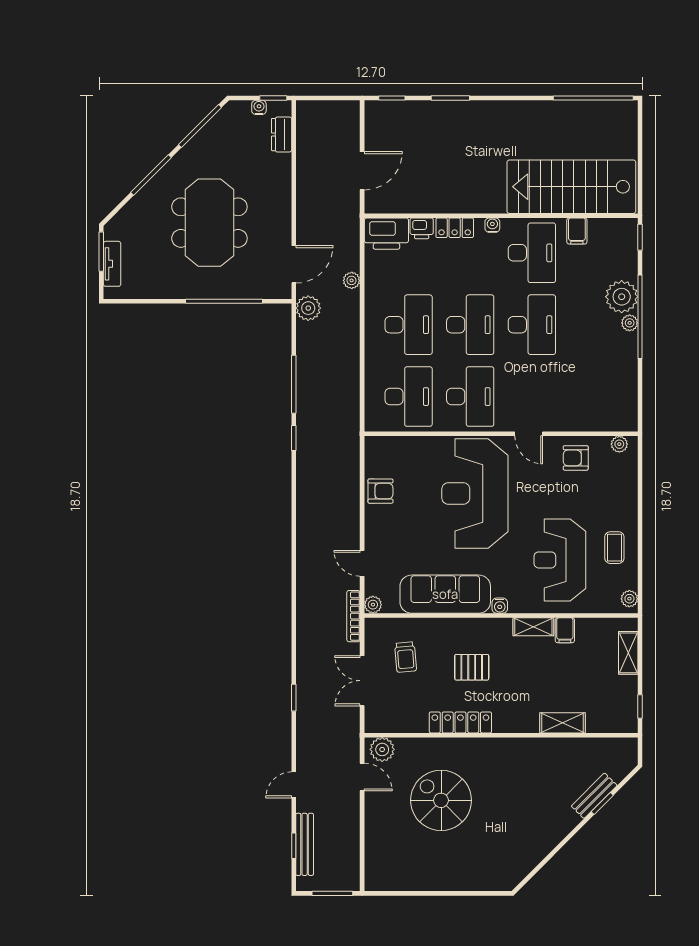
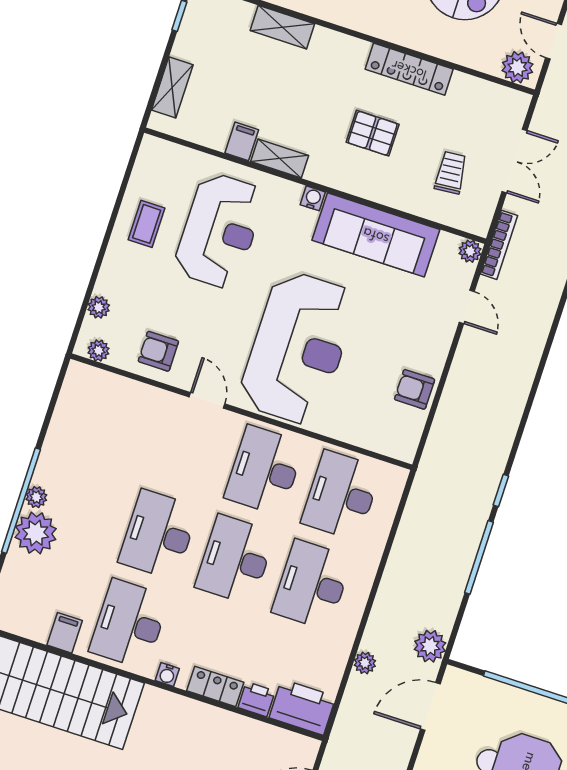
armchair: (576, 458) -> (158, 351), turned 180
plant: (629, 599) -> (99, 307), moved

